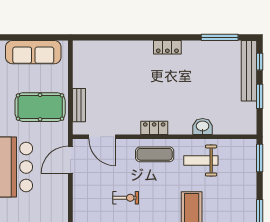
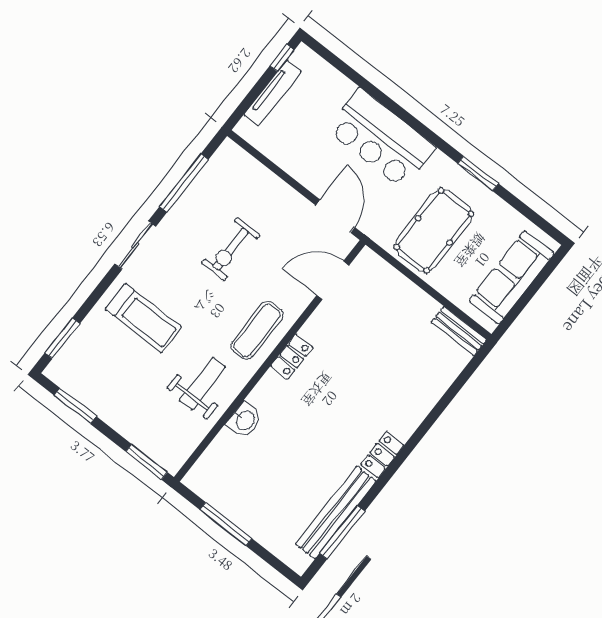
window: (260, 62) -> (271, 559), removed
bench: (249, 71) -> (336, 513), moved, turned 90
window: (260, 96) -> (226, 524), width x1.44
bench: (79, 105) -> (459, 331), moved
exercise bike: (126, 198) -> (231, 249), width x1.38, depth x1.39

